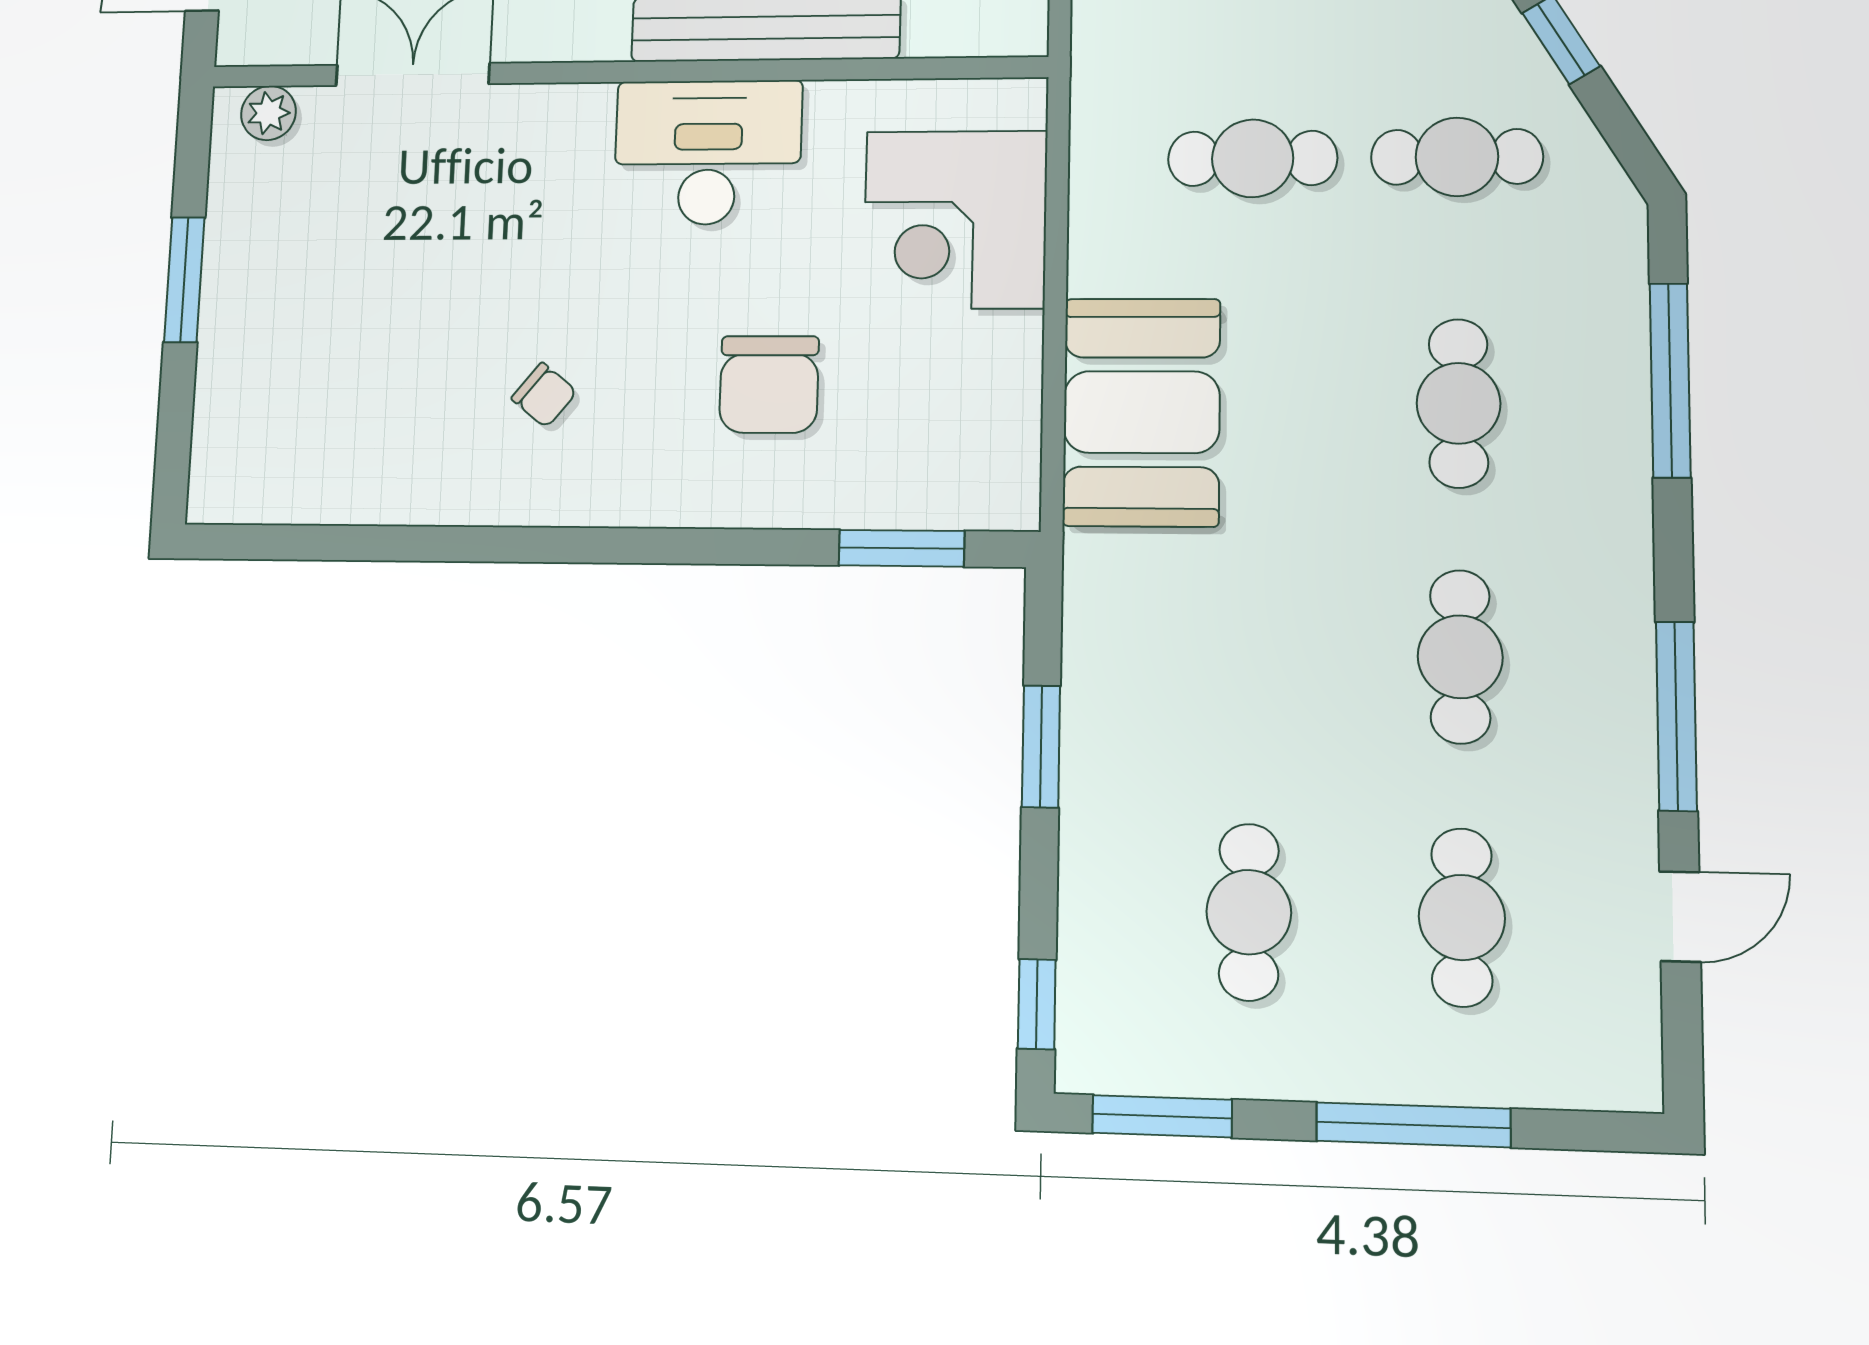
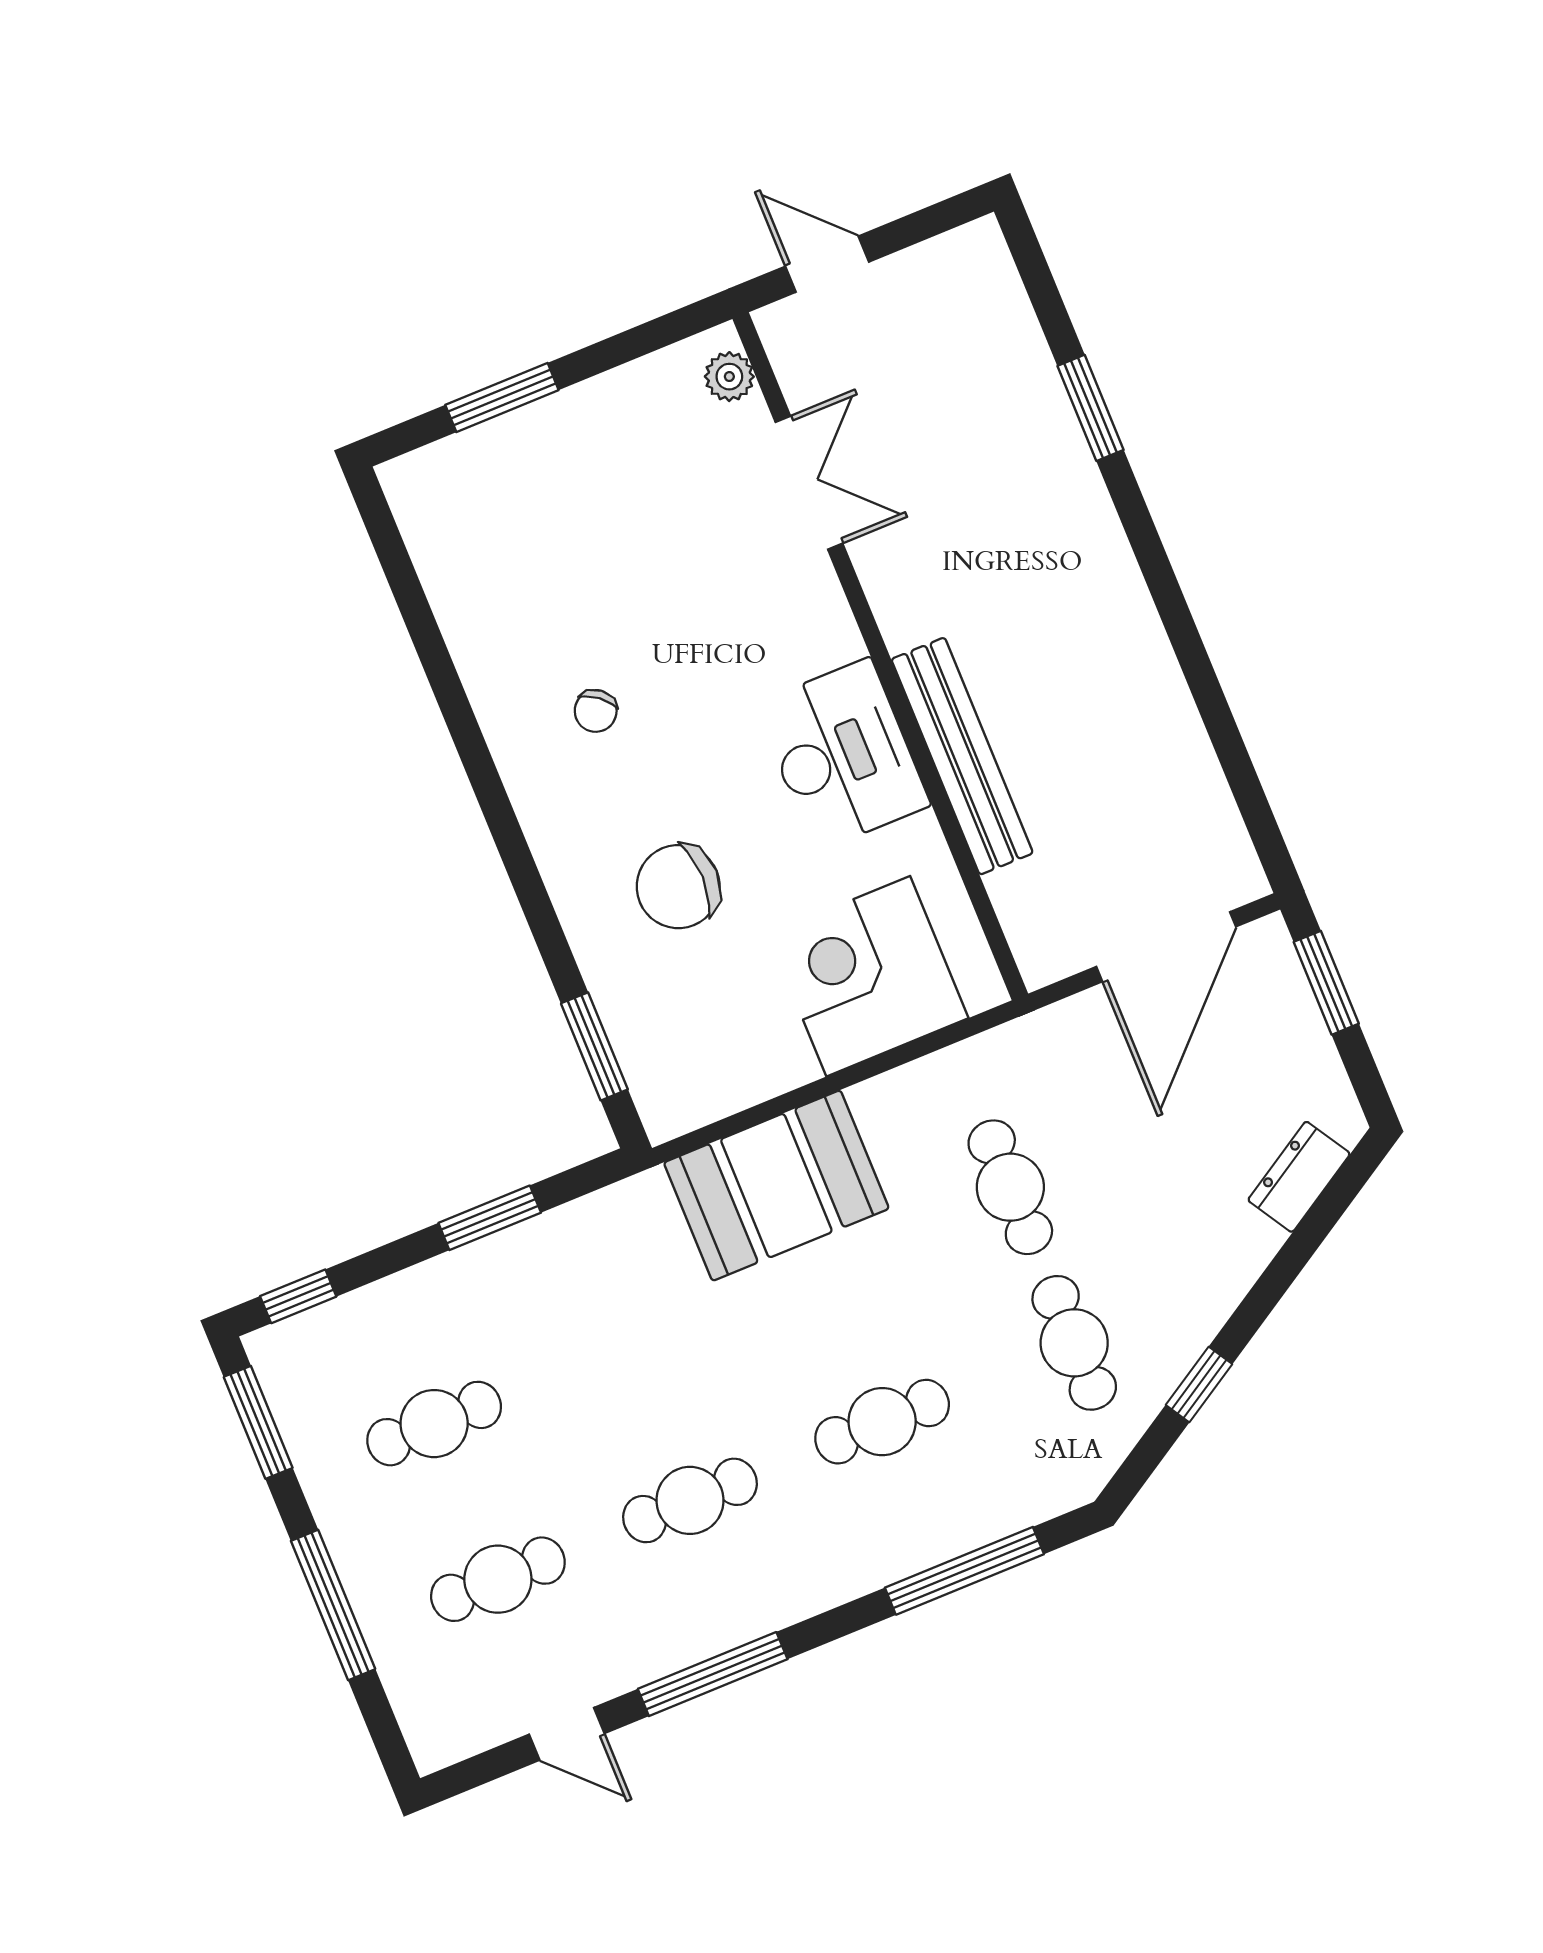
window: (184, 280) -> (502, 398), moved

